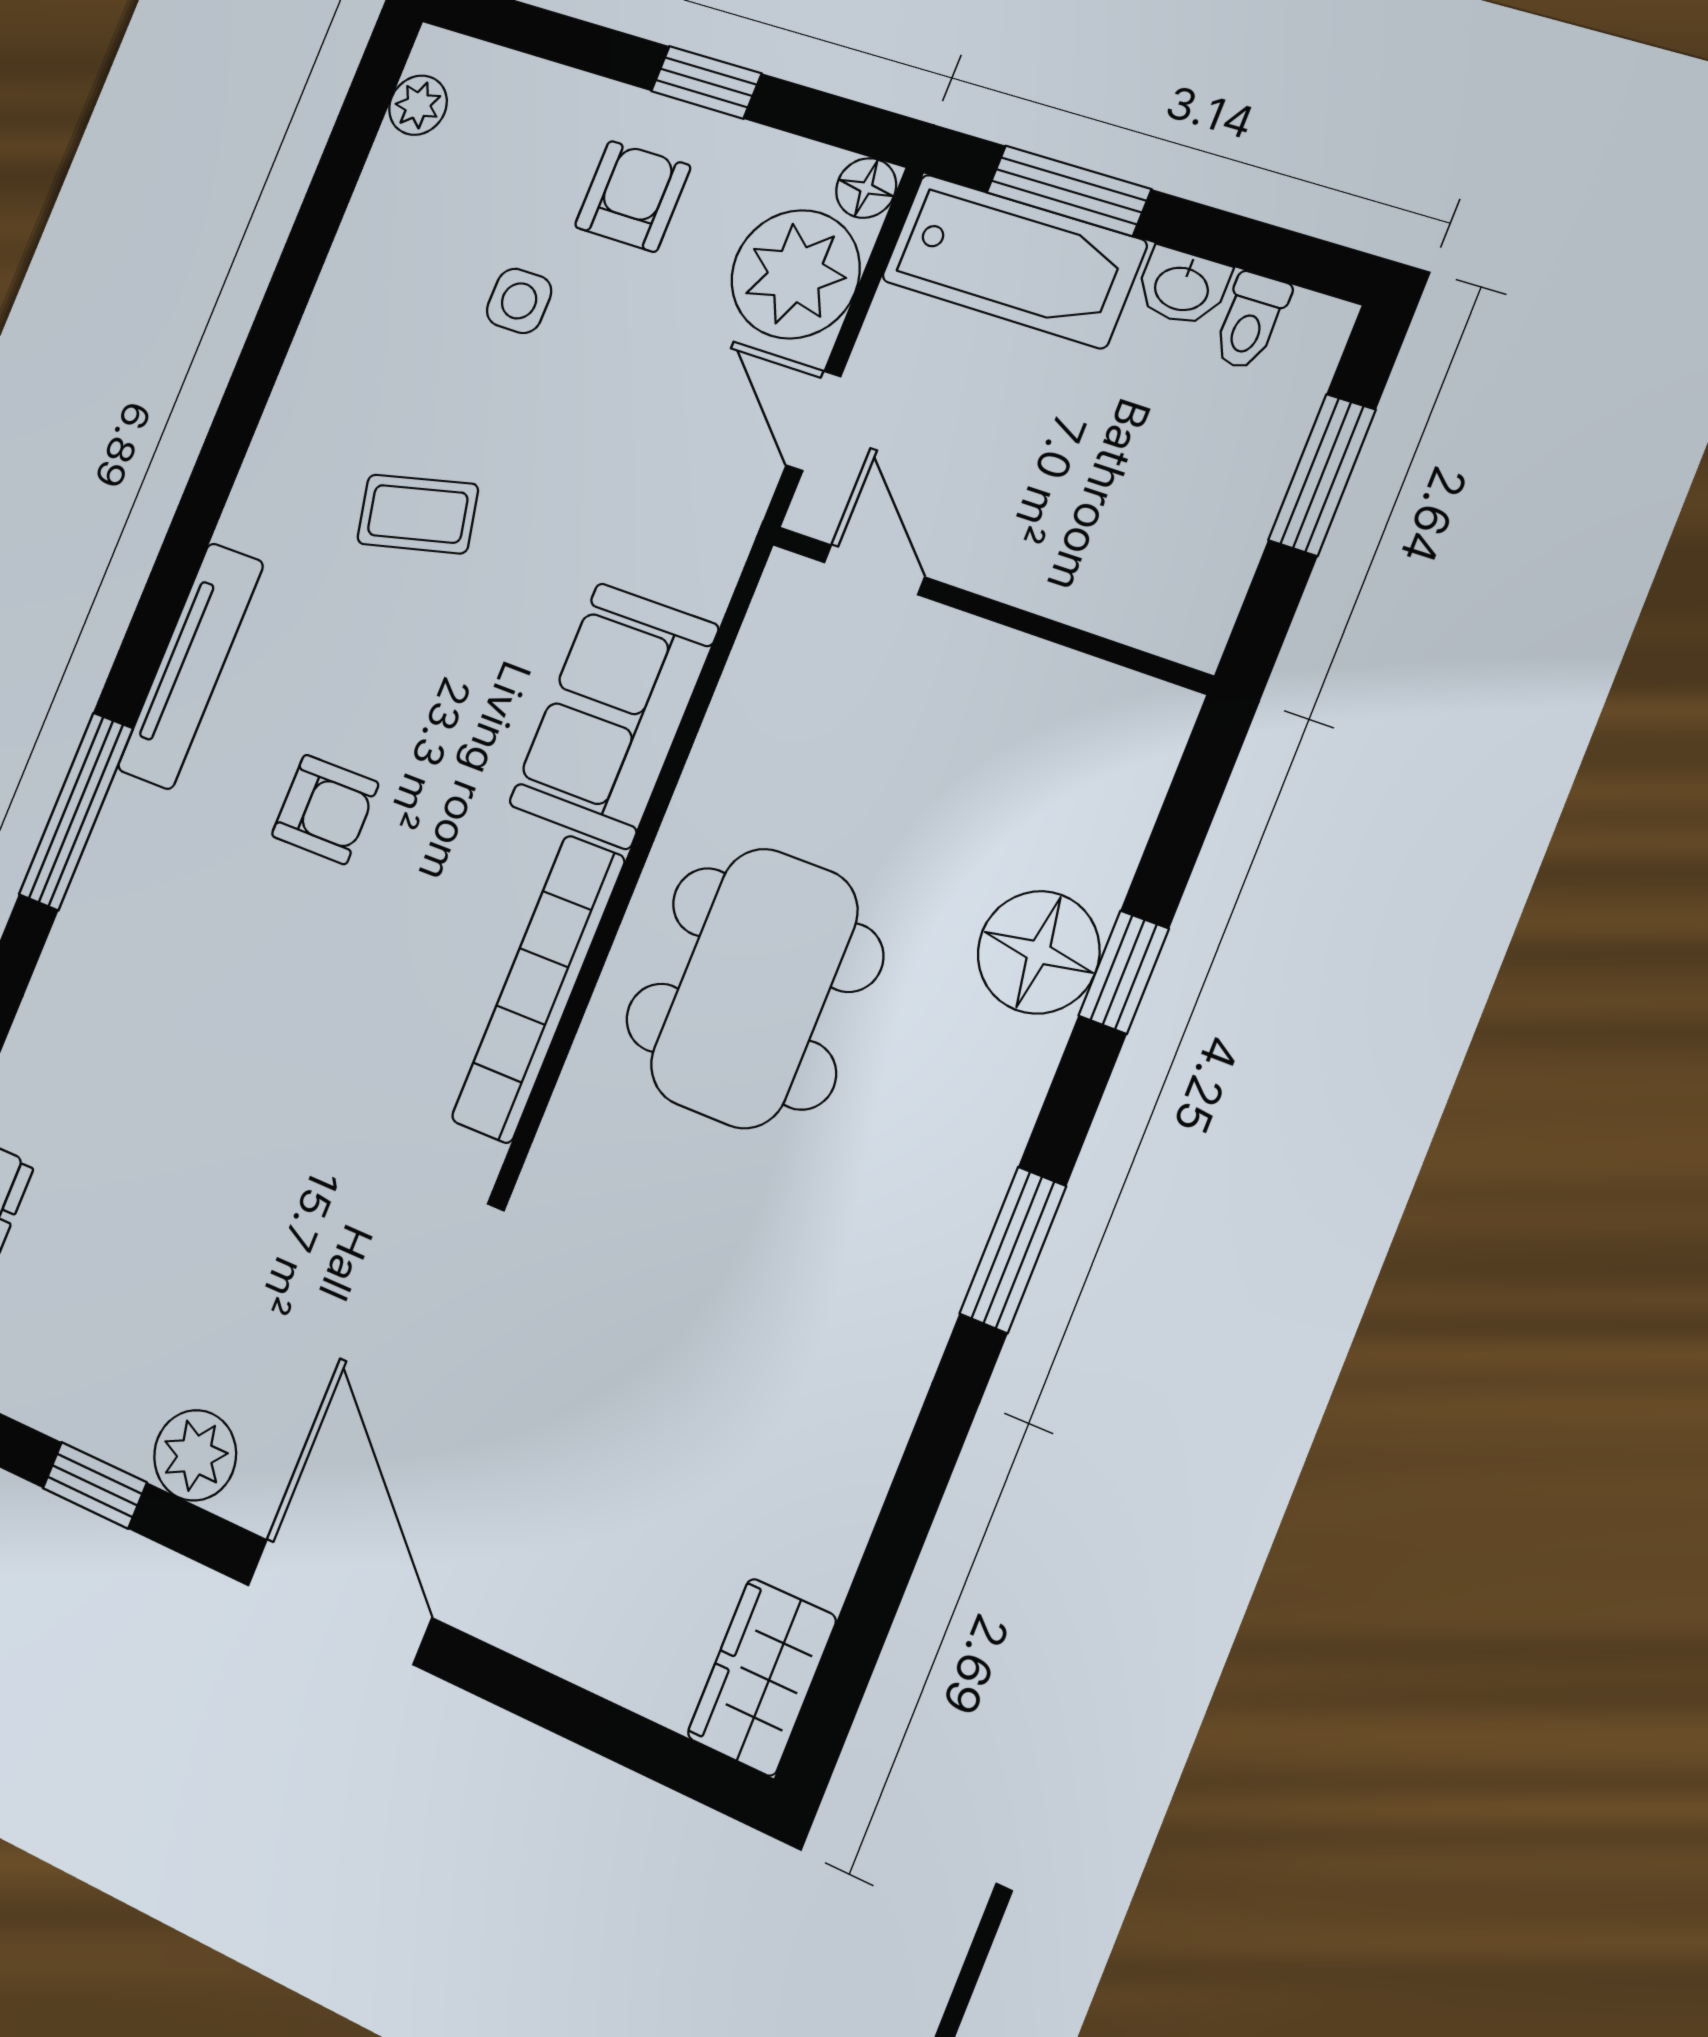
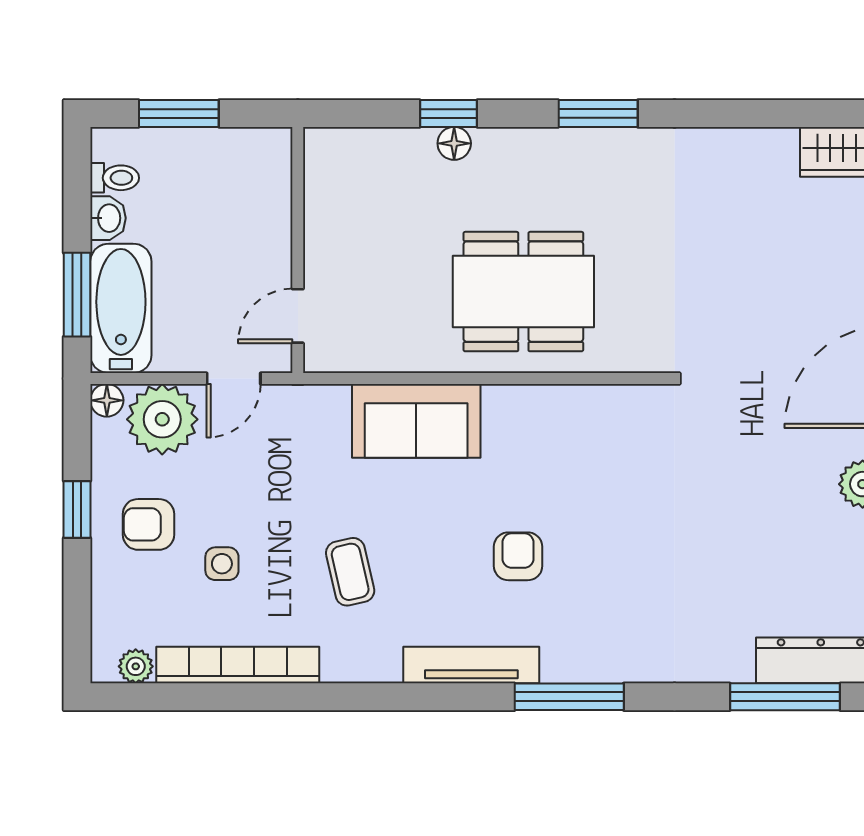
floor lamp: (1039, 952) -> (454, 143), width x0.53, depth x0.53
bookcase: (538, 989) -> (238, 665), moved, turned 180

